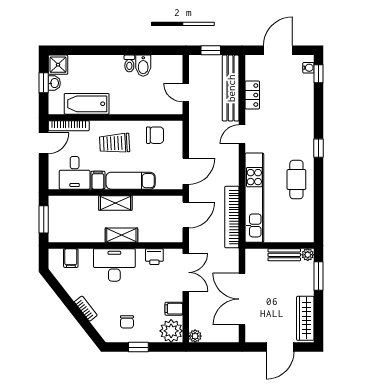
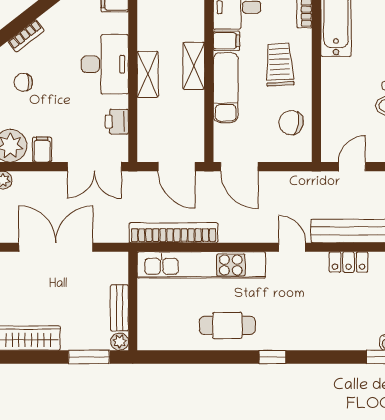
chair: (155, 135) -> (291, 123), turned 100
bookcase: (86, 309) -> (26, 36), moved

